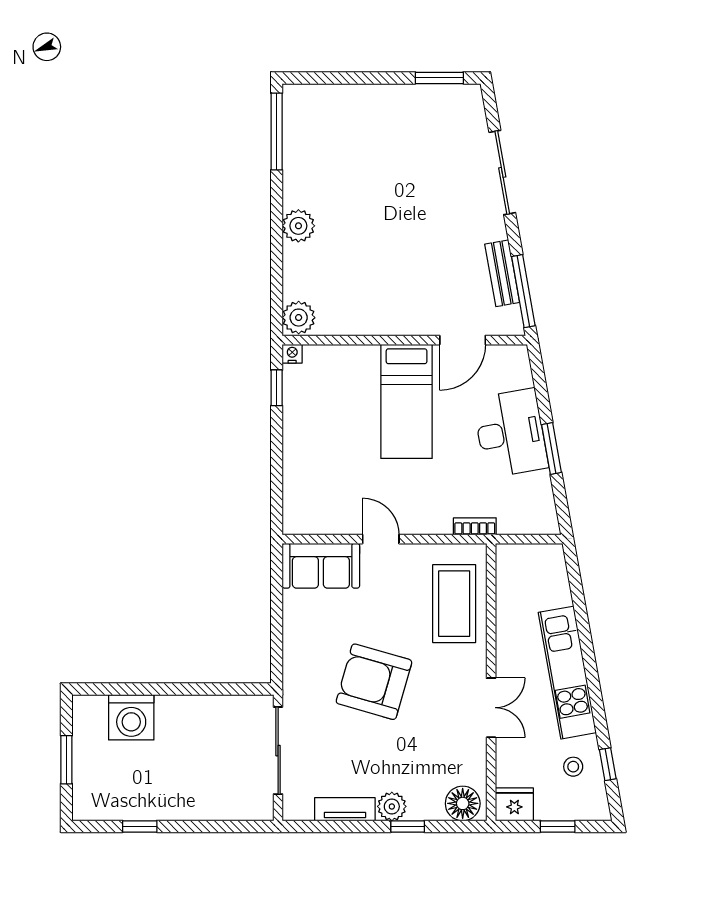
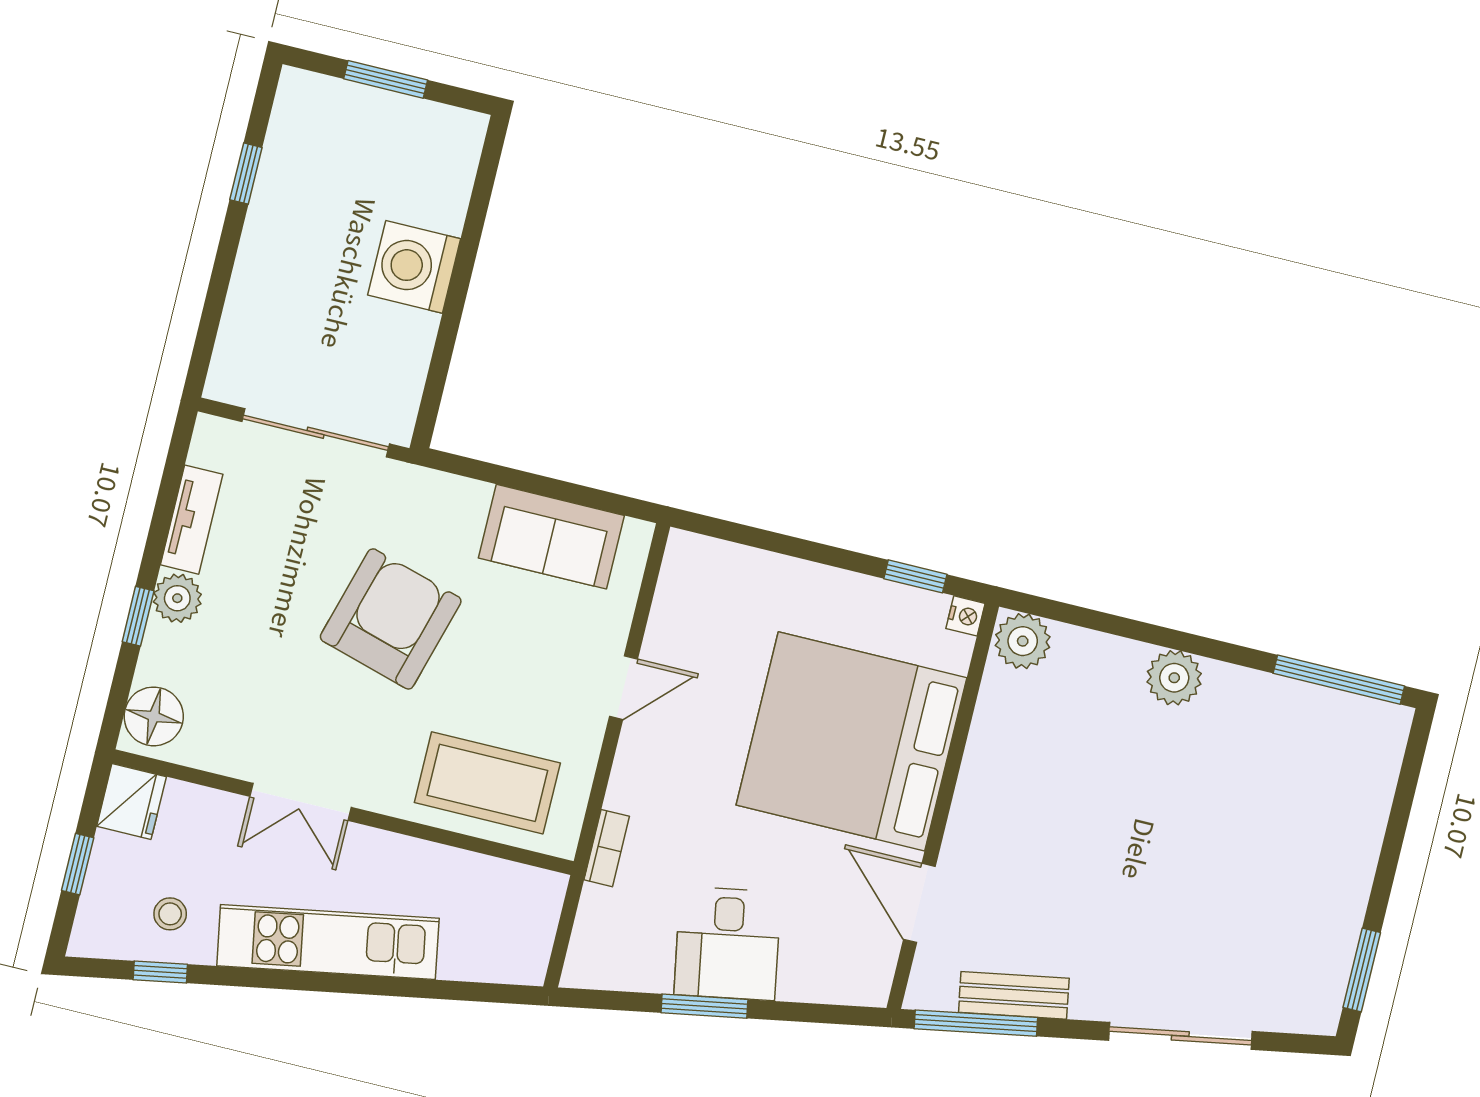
bed: (407, 401) -> (851, 741), width x2.04
desk: (511, 433) -> (728, 943), width x0.73
sofa: (321, 566) -> (551, 537), moved, turned -90
washing machine: (131, 717) -> (414, 267), moved

